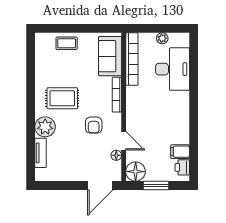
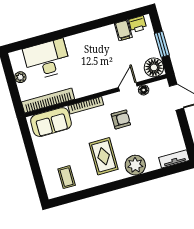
coffee table: (67, 43) -> (67, 177), moved
tv unit: (41, 153) -> (174, 159), moved

